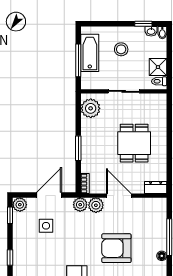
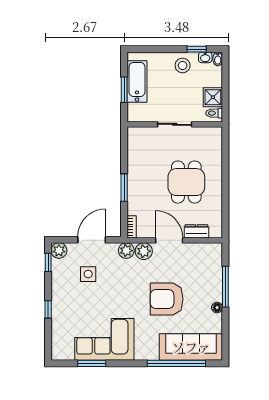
stool: (121, 49) -> (183, 65), moved
window: (78, 60) -> (124, 90), width x0.69
plant: (91, 108) -> (138, 143), removed
dresser: (156, 187) -> (196, 231), moved

